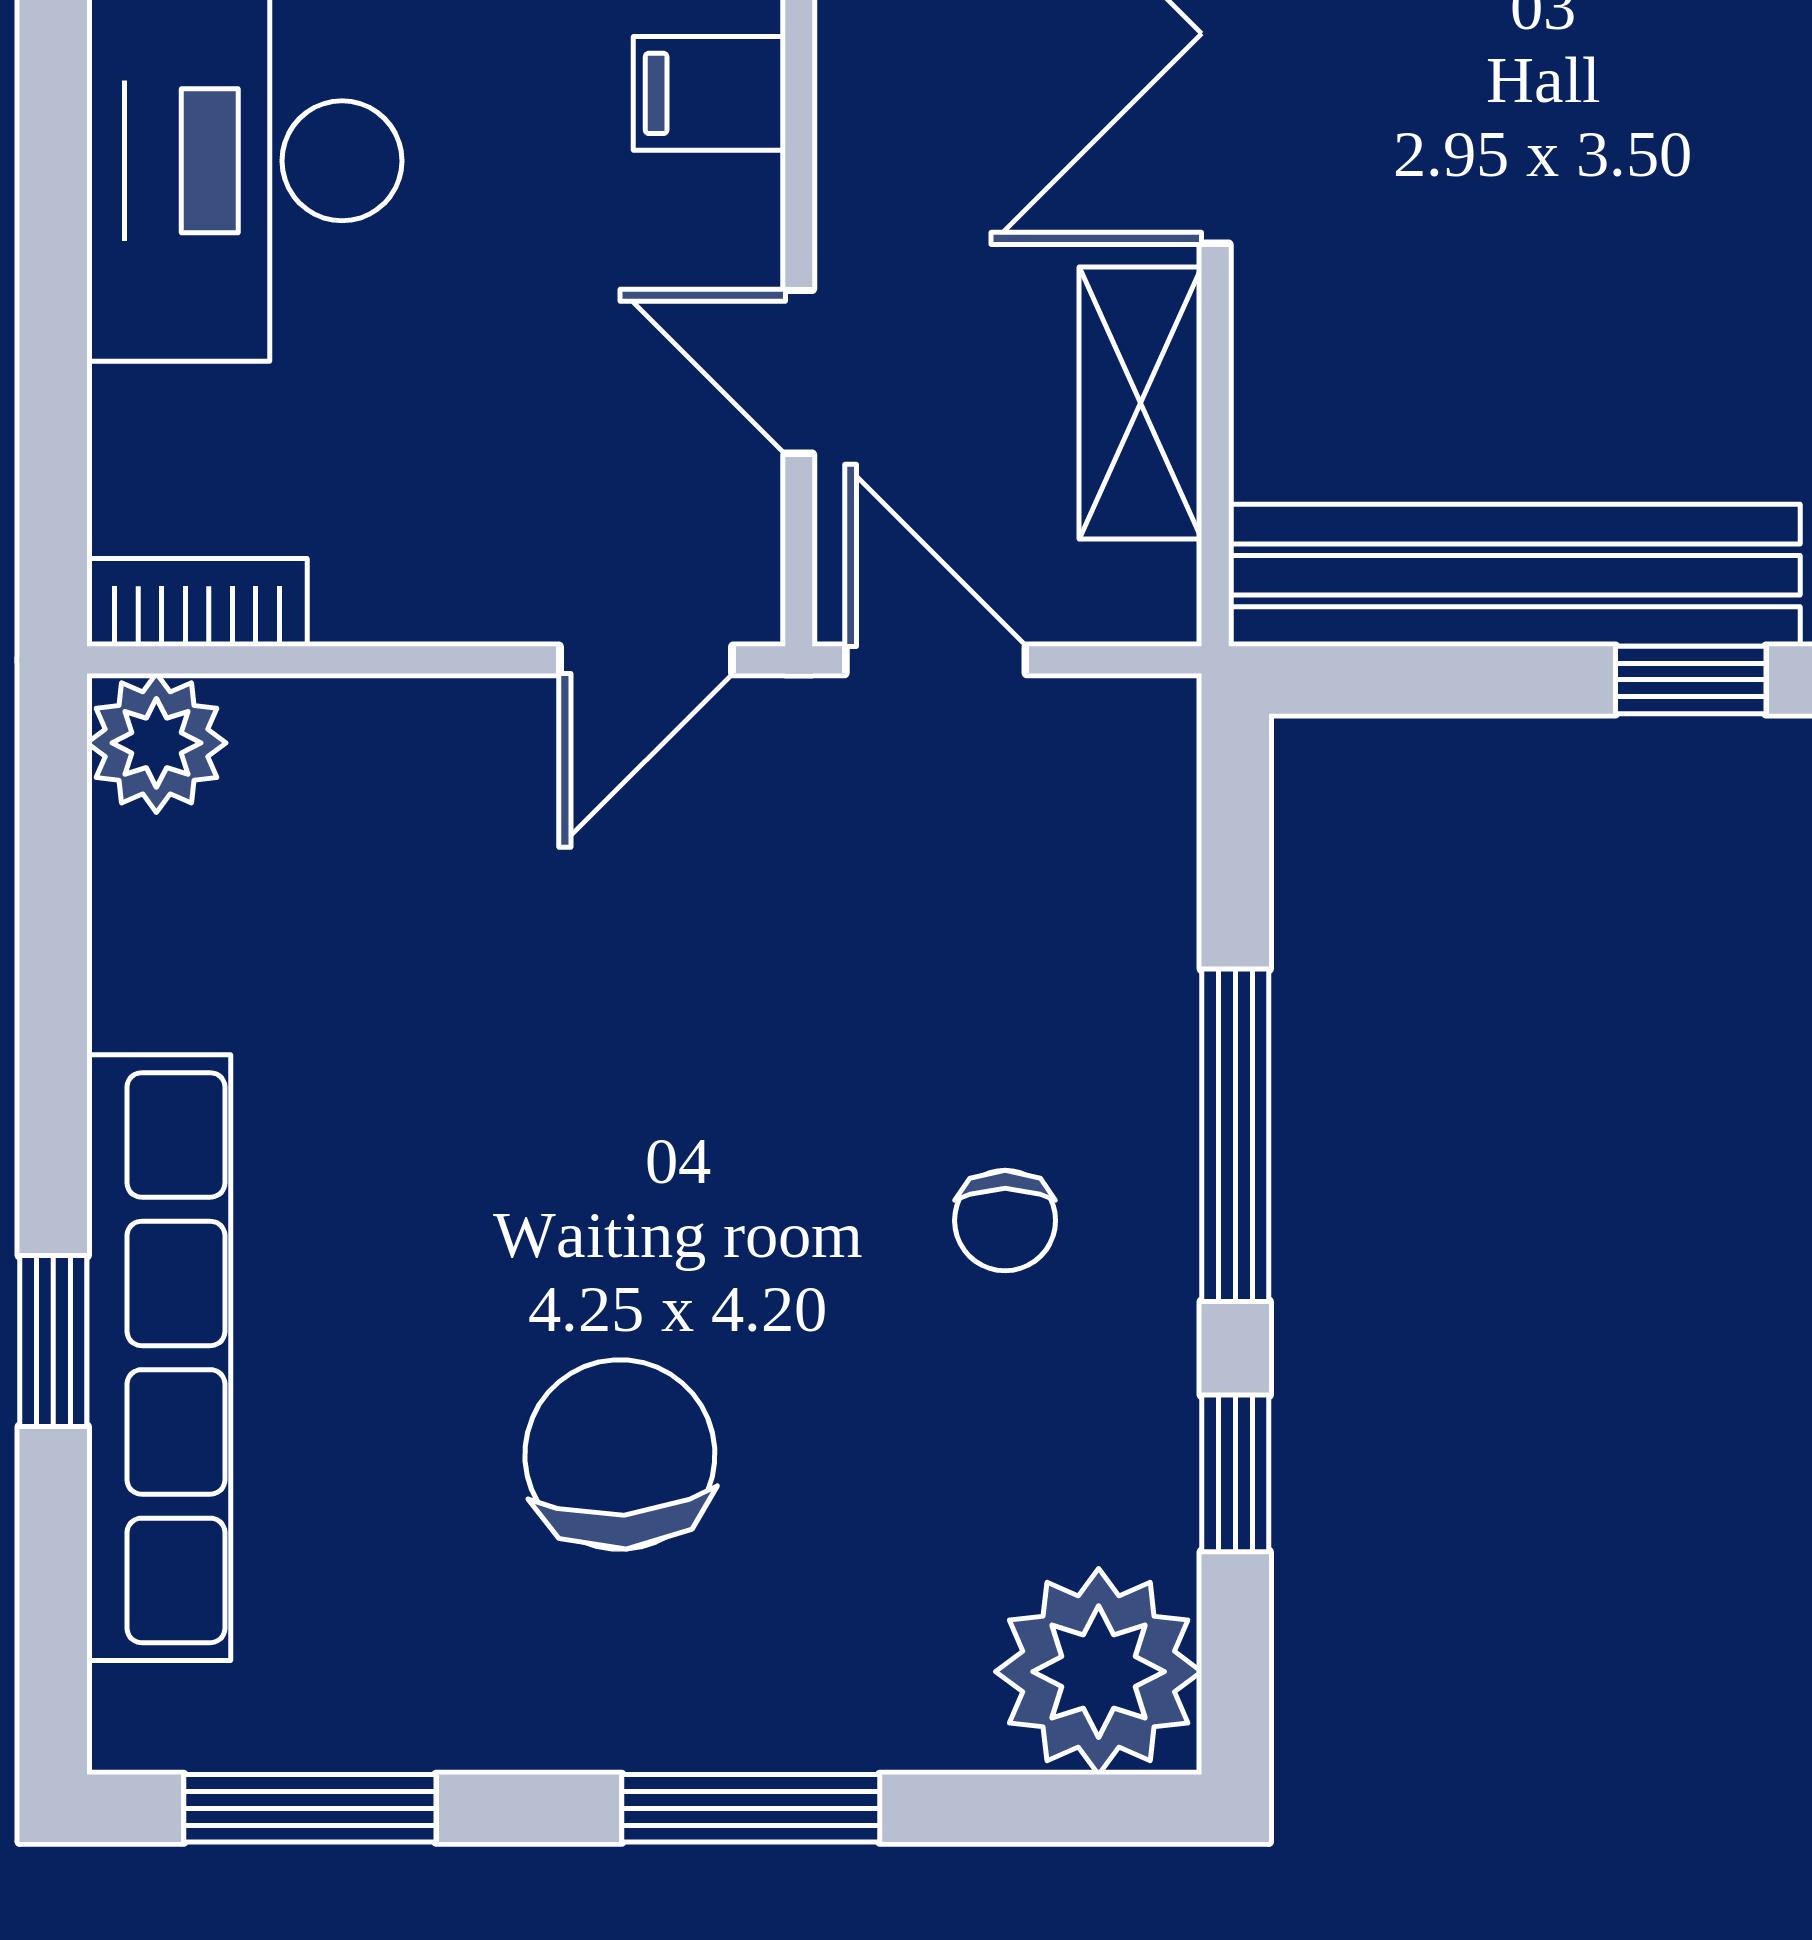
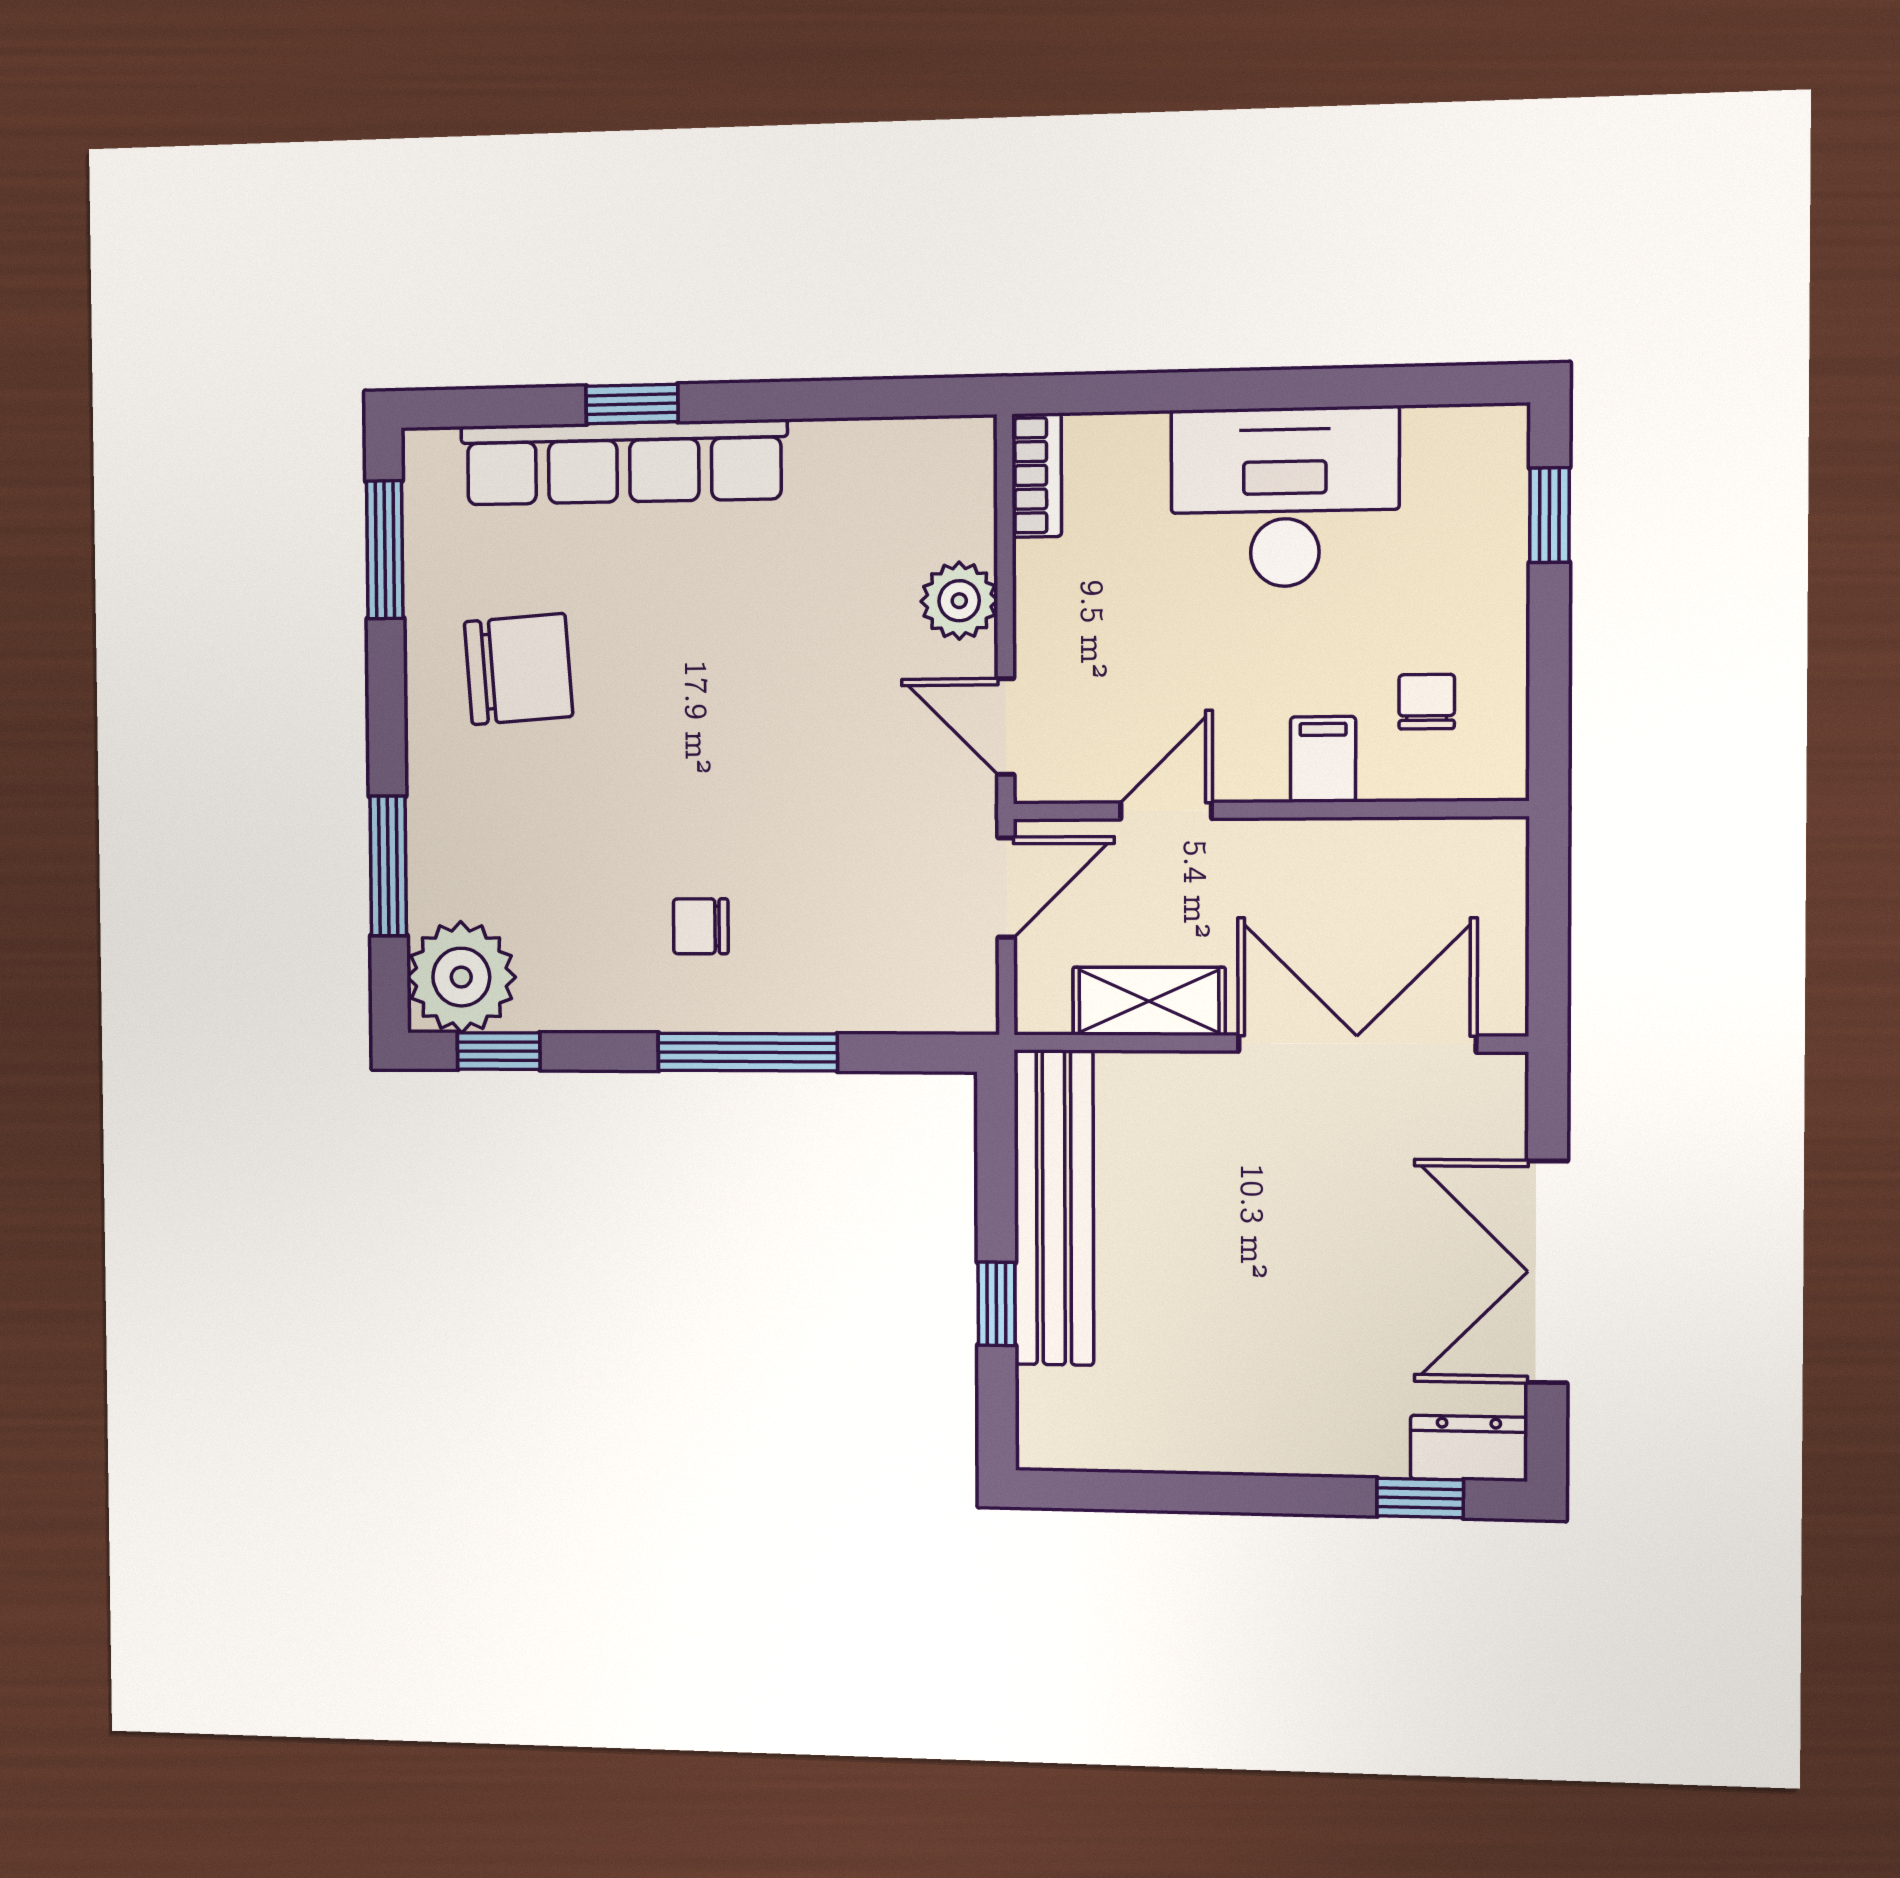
plant: (156, 743) -> (959, 601), moved
chair: (620, 1454) -> (518, 669), moved
window: (1235, 1473) -> (499, 1051), moved
window: (751, 1808) -> (388, 866), moved

